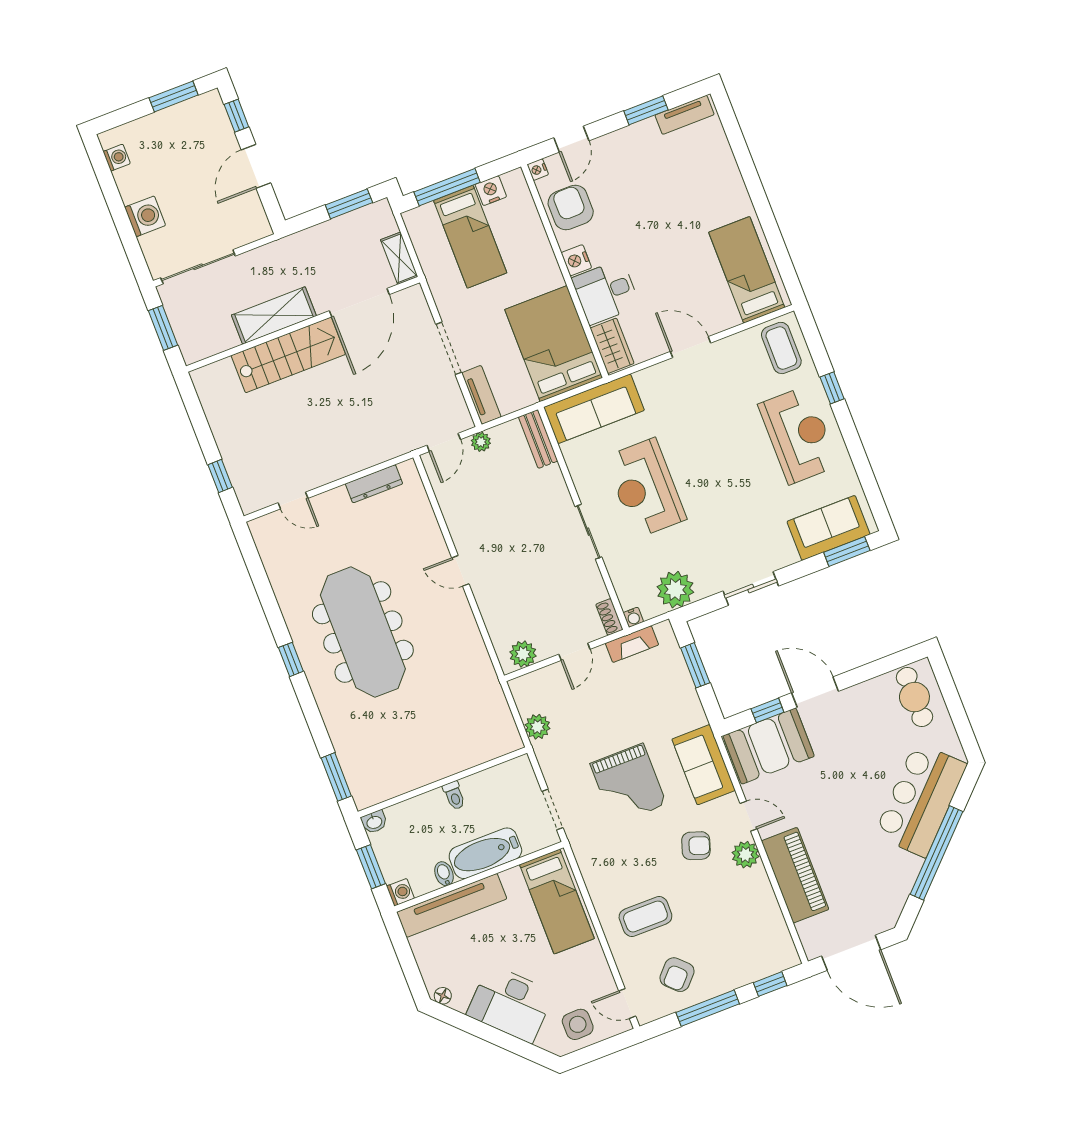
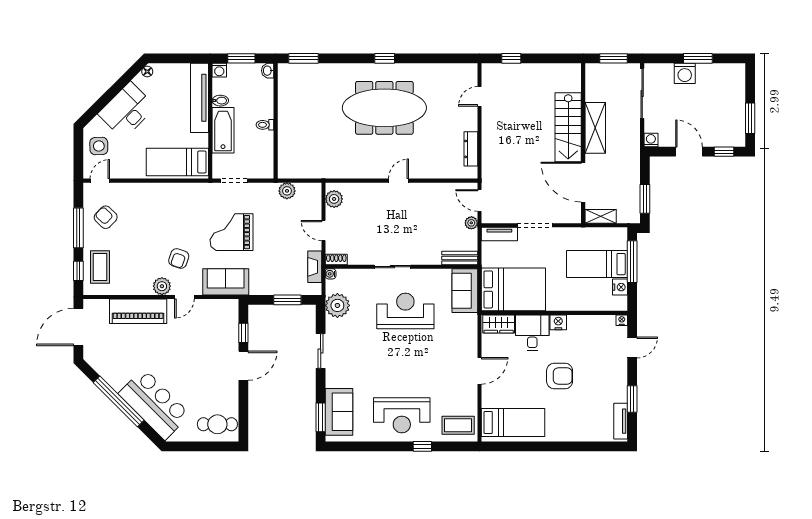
door: (571, 139) -> (632, 347), swing flipped
washing machine: (117, 158) -> (651, 140), moved, turned 180
window: (116, 206) -> (698, 58), added
armchair: (571, 208) -> (560, 376), moved
sofa: (594, 409) -> (465, 291), width x0.73
booth: (769, 746) -> (222, 325), removed
coffee table: (645, 917) -> (100, 267), moved

